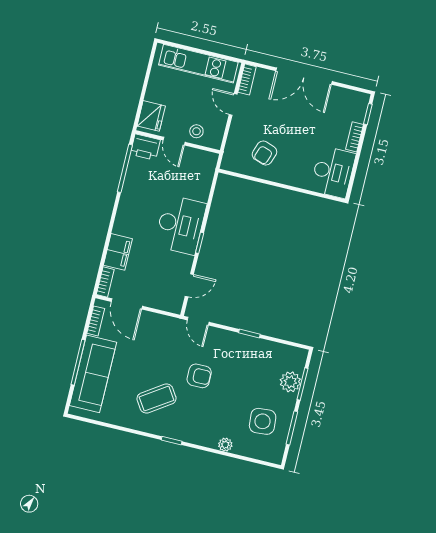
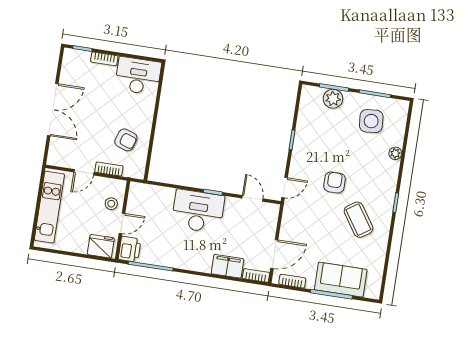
bookcase: (247, 79) -> (109, 169), moved
sofa: (93, 374) -> (341, 280), width x0.73

